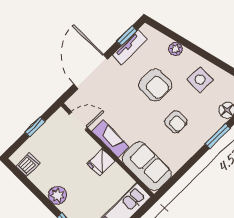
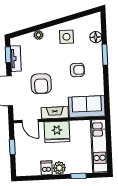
armchair: (155, 85) -> (41, 84), moved, turned 90
door: (78, 121) -> (30, 121), swing flipped
fridge: (101, 162) -> (57, 132), width x1.88, depth x1.34
dishwasher: (28, 165) -> (47, 168), moved

